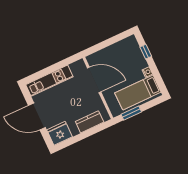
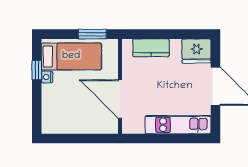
window: (146, 52) -> (37, 70), moved

